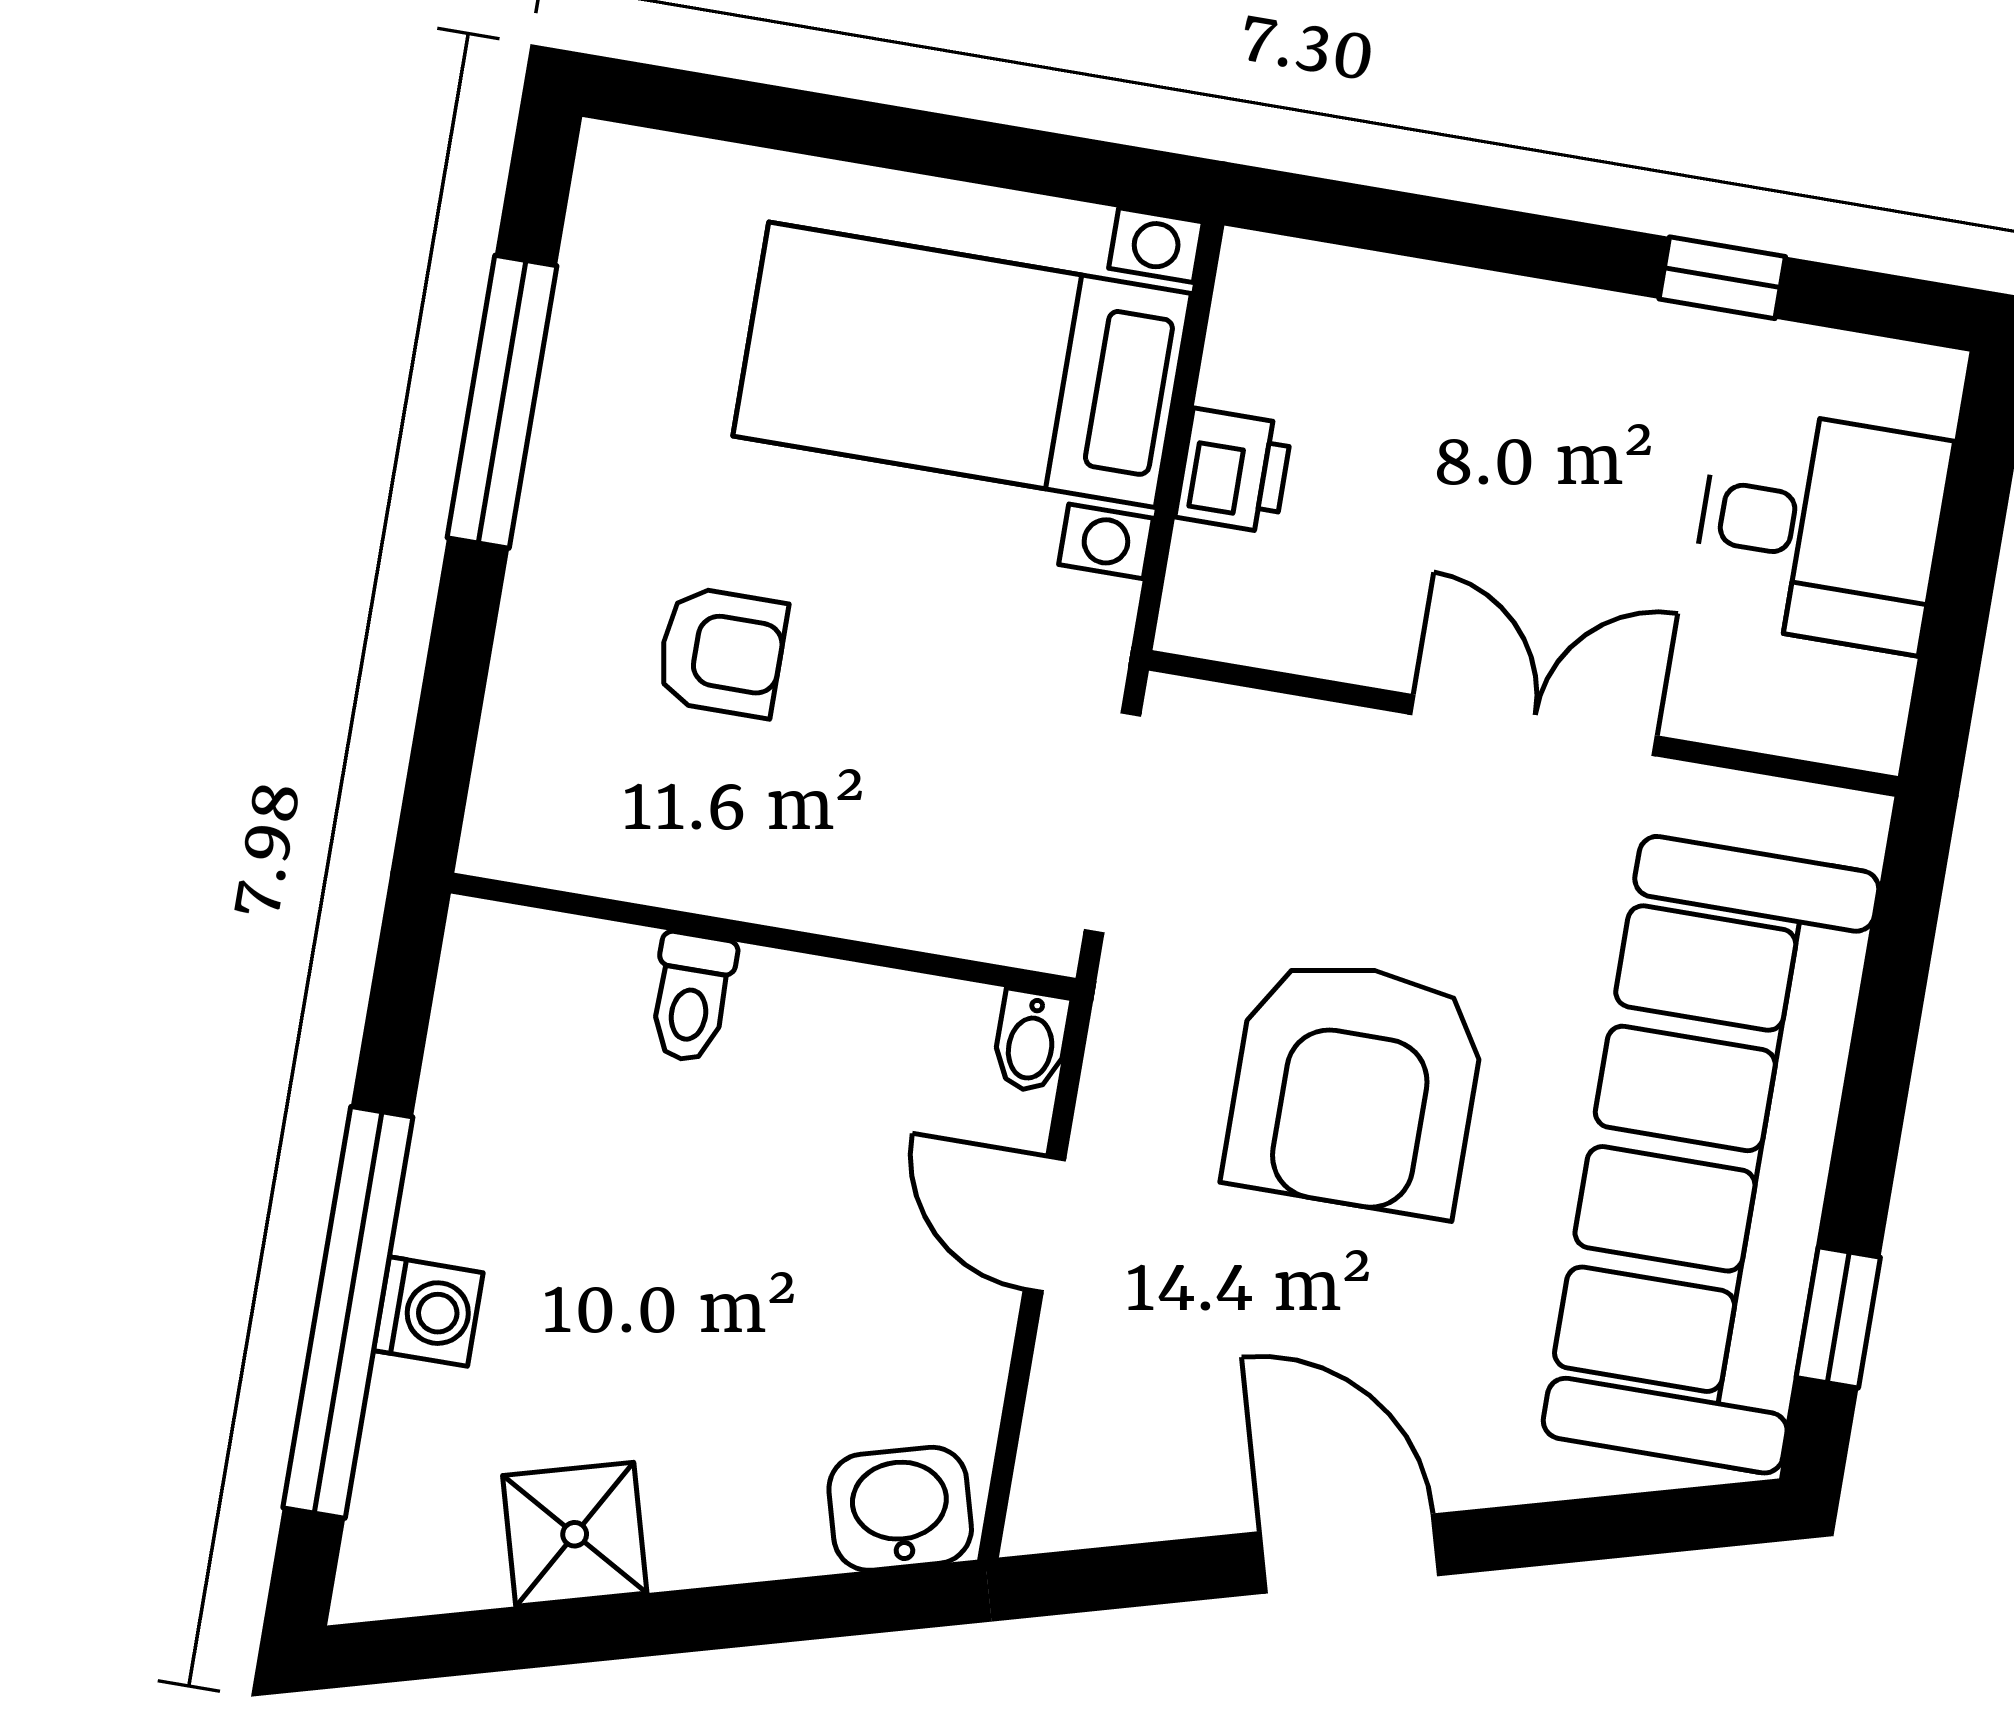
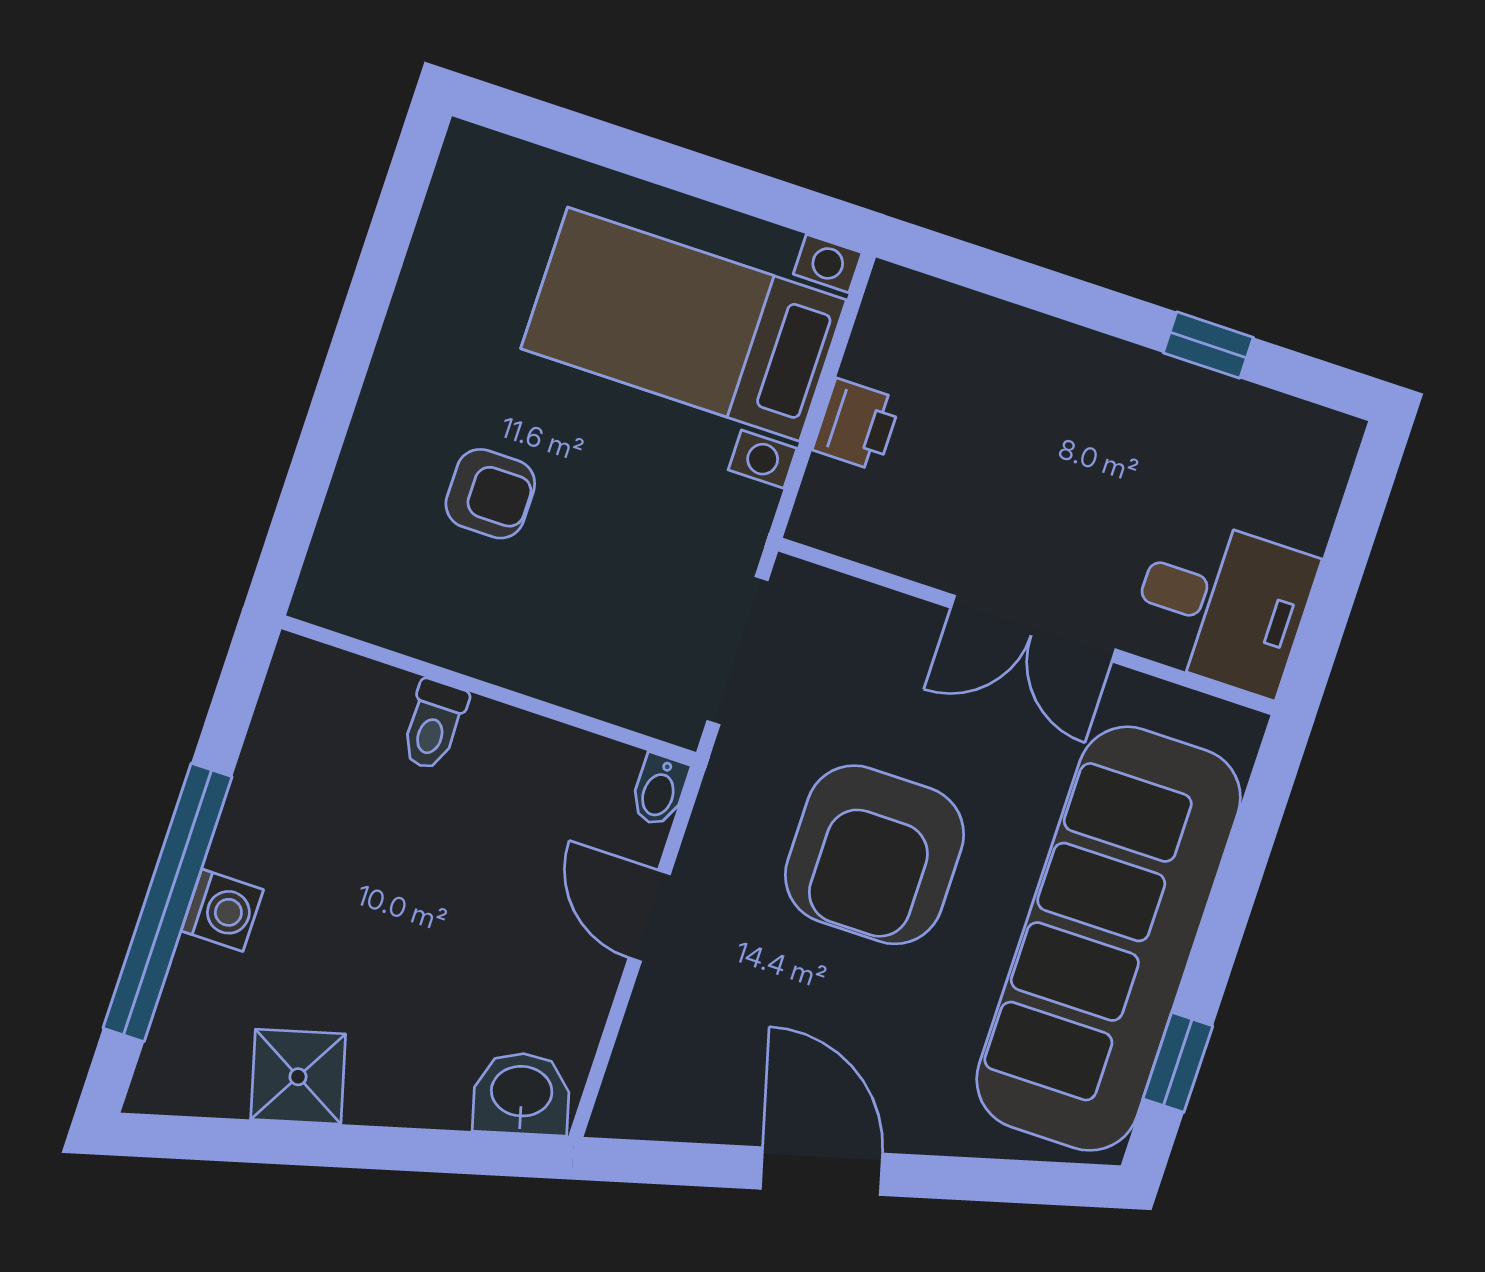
window: (502, 402) -> (368, 301), removed
desk: (1820, 529) -> (1222, 605), moved
double door: (1534, 725) -> (1033, 629), swing flipped

